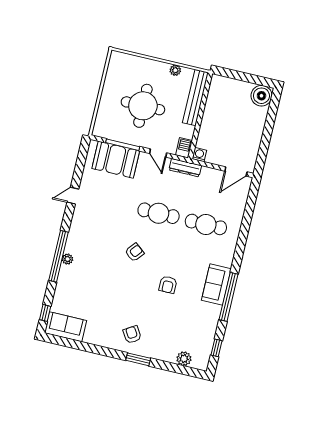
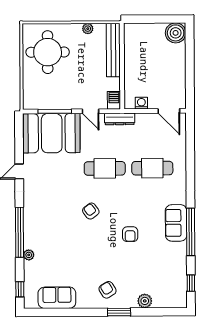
round table: (143, 106) -> (48, 52), moved
washing machine: (199, 155) -> (141, 103), moved
booth: (116, 160) -> (52, 133), width x1.36, depth x1.42
door: (236, 172) -> (169, 111), hinge flipped
armchair: (134, 252) -> (91, 211), turned -76
plant: (67, 259) -> (29, 255), moved
sofa: (66, 327) -> (57, 298), moved
plant: (184, 359) -> (145, 301), moved

